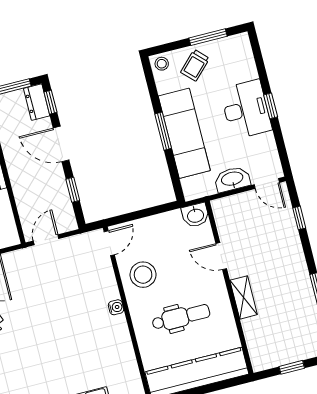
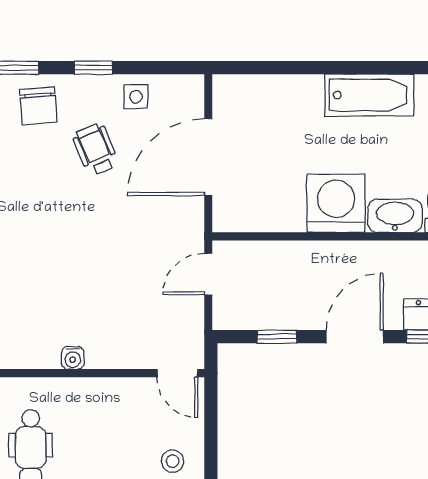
door: (46, 240) -> (208, 274), swing flipped
stool: (143, 275) -> (172, 461), moved, width x0.53, depth x0.53

